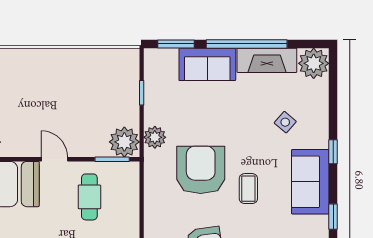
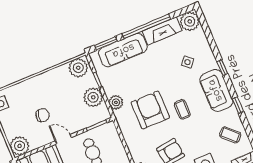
plant: (120, 63) -> (78, 68), added
sofa: (207, 64) -> (123, 50), width x1.36
chair: (38, 111) -> (42, 115), added
plant: (124, 142) -> (93, 97), moved

